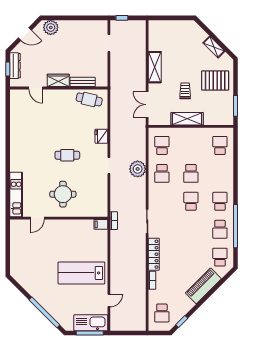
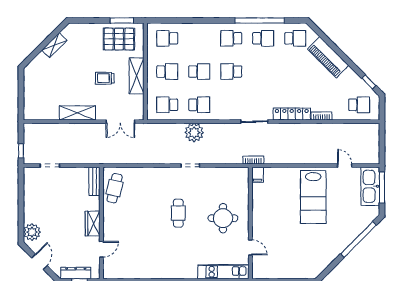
pallet: (215, 81) -> (119, 39), moved, turned 90
bench: (83, 82) -> (94, 181), moved
fridge: (101, 136) -> (157, 174), removed
school desk: (191, 145) -> (167, 72), added
school desk: (220, 257) -> (295, 38), turned 180

